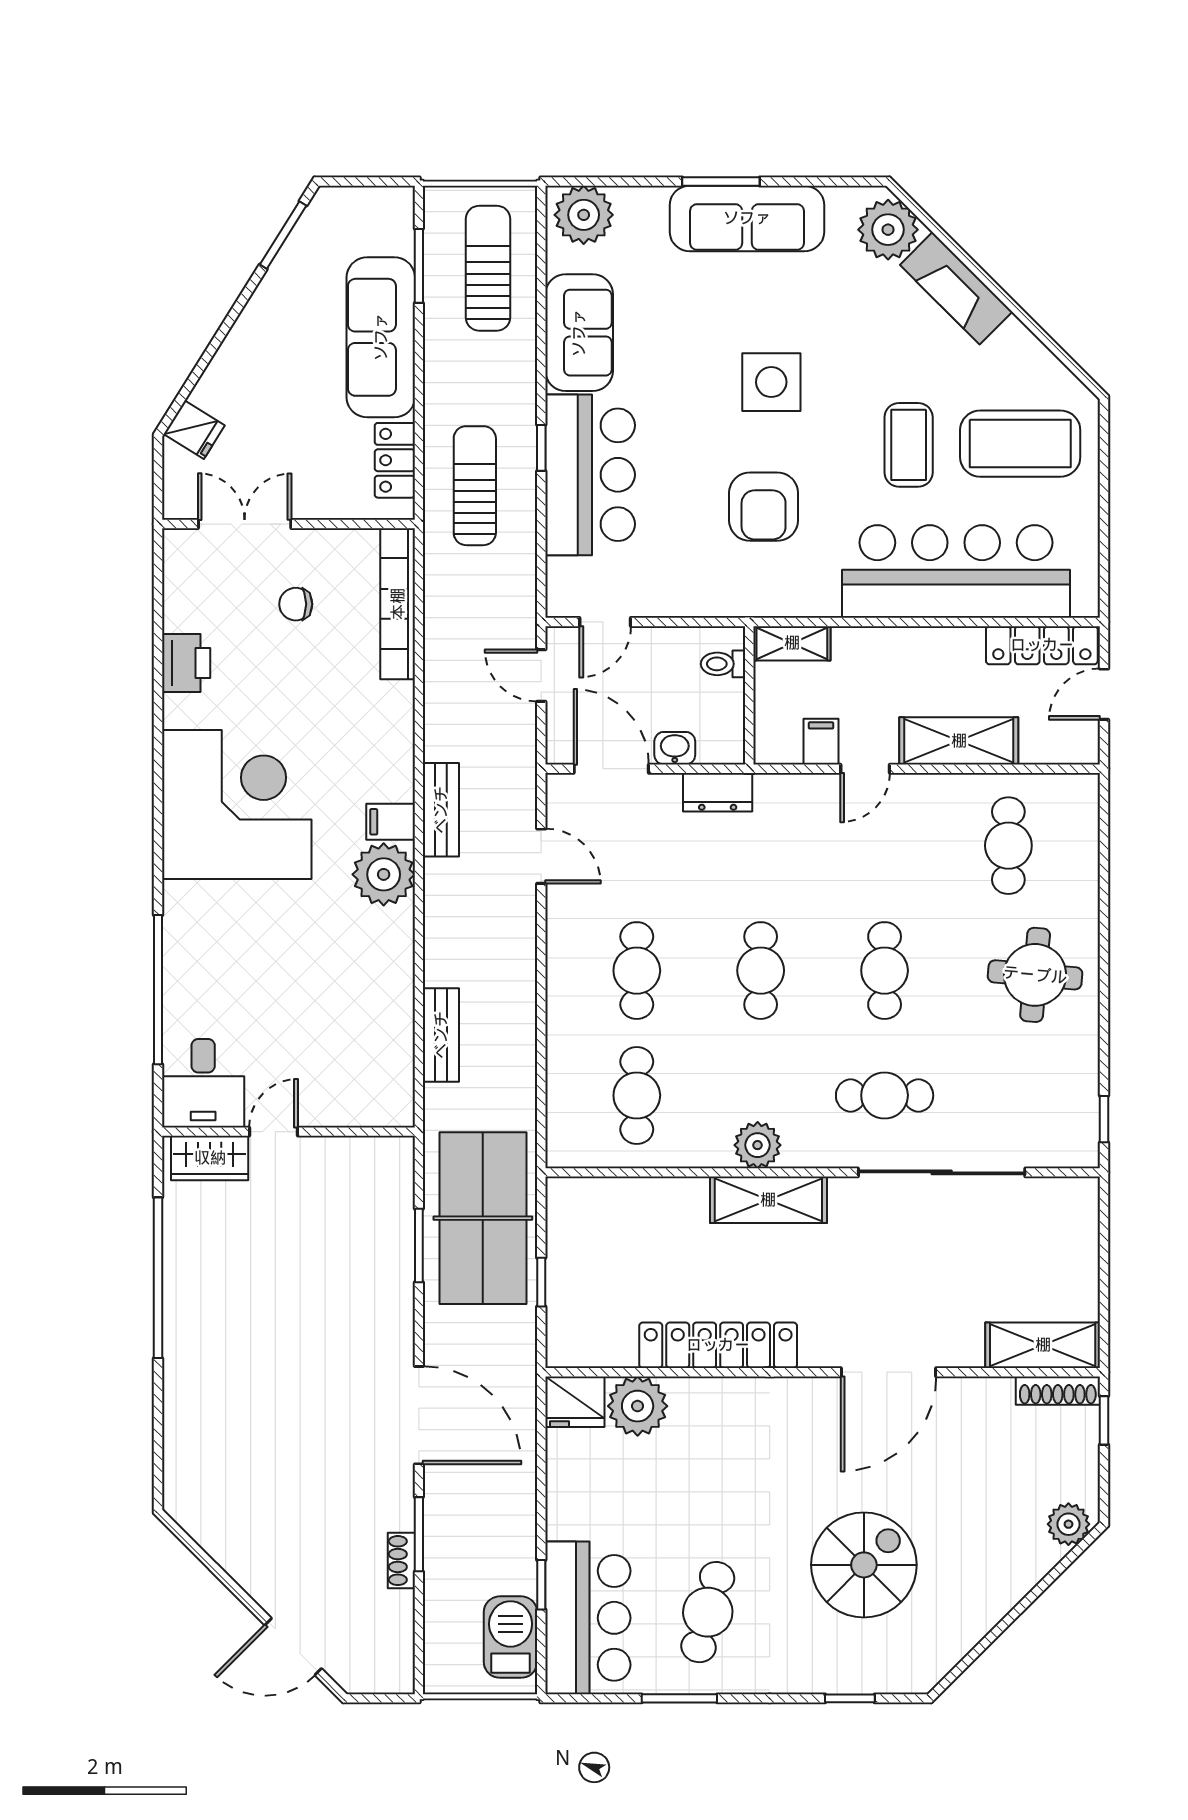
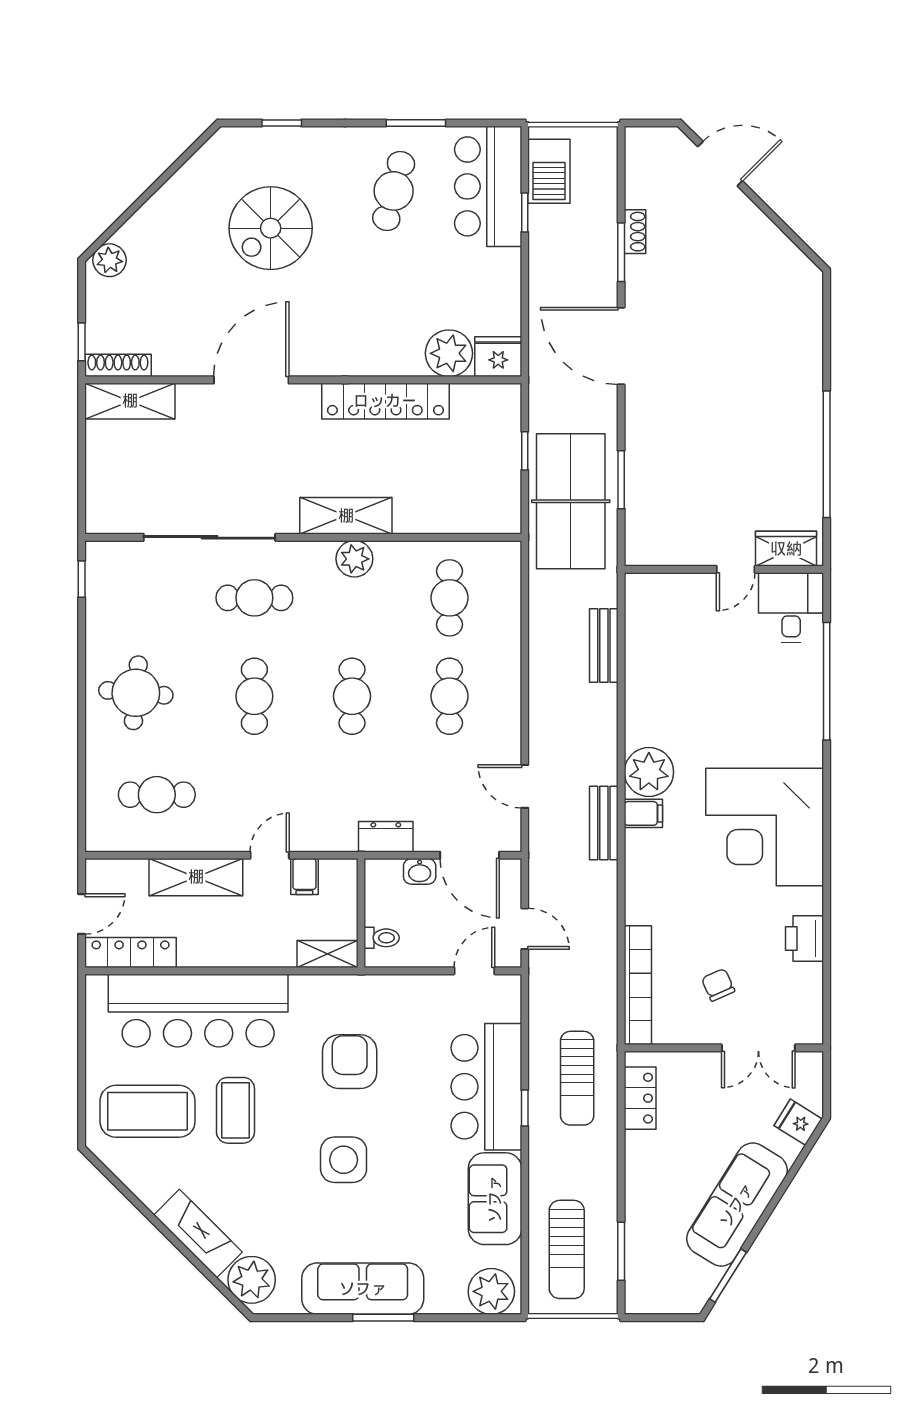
sofa: (381, 337) -> (737, 1205), moved, turned -148
chair: (296, 604) -> (718, 985), turned -114
cafe table: (1008, 846) -> (157, 795), turned 90

